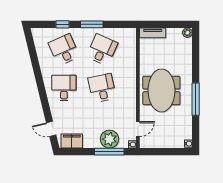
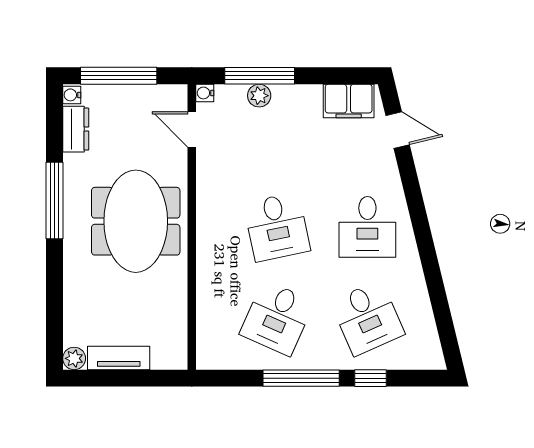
window: (92, 24) -> (301, 378), width x1.44
tv unit: (153, 33) -> (119, 358), moved
door: (138, 129) -> (192, 129), hinge flipped
dresser: (187, 129) -> (76, 129), added
plant: (109, 139) -> (259, 96), width x0.53, depth x0.53
window: (169, 152) -> (119, 76), added

